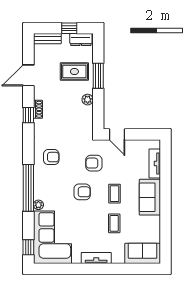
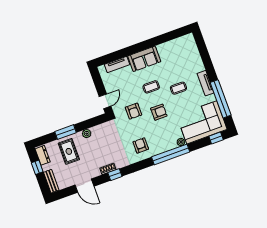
armchair: (82, 192) -> (159, 112), turned 90
coffee table: (114, 223) -> (178, 88), moved
sofa: (143, 253) -> (189, 49), removed
window: (72, 269) -> (221, 99), added

